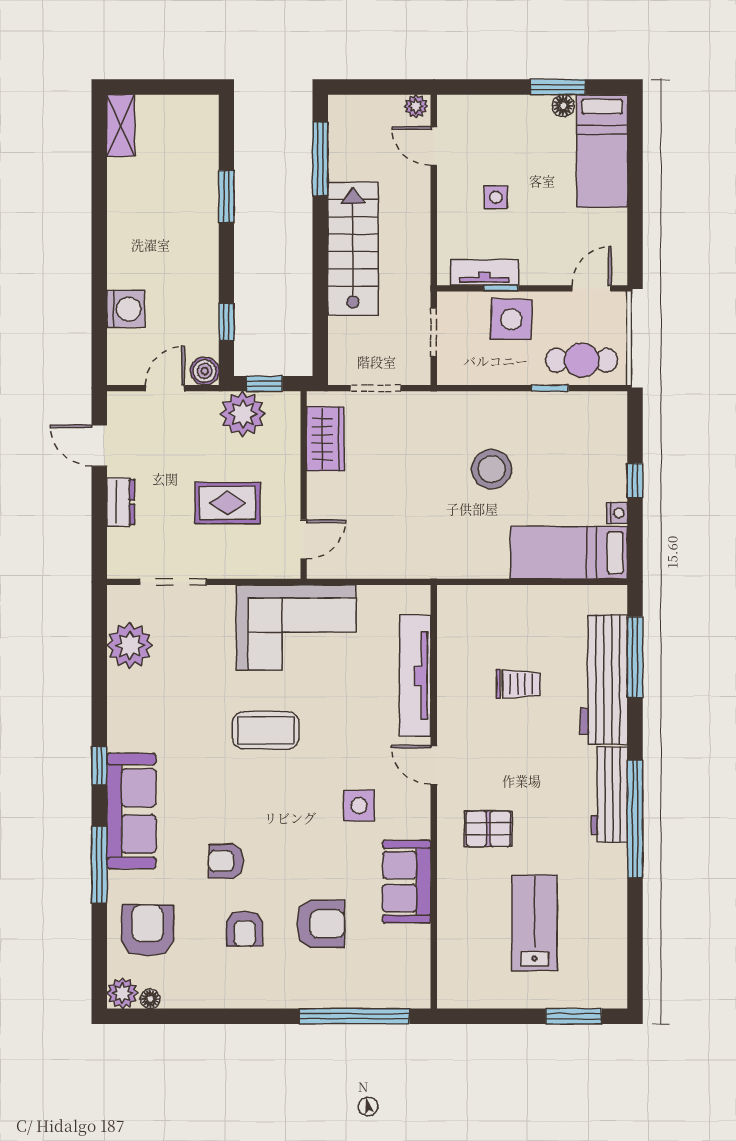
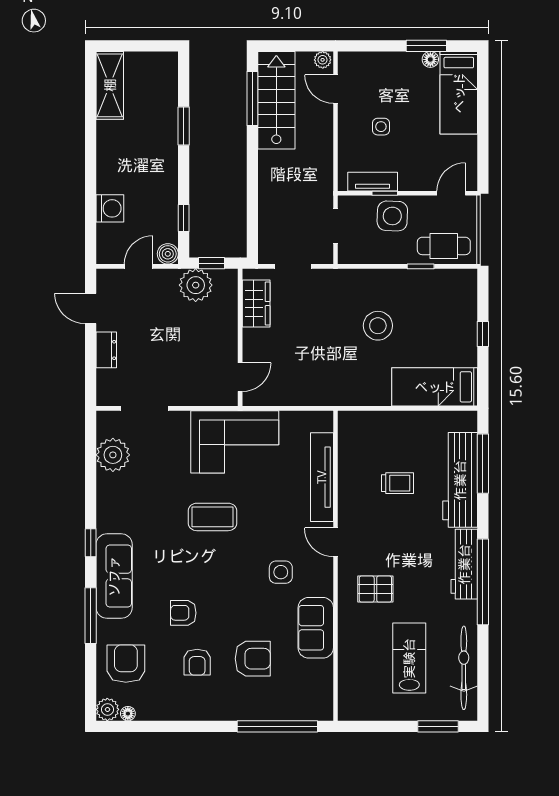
shelving: (121, 125) -> (110, 85), width x1.50, depth x1.33
stairs: (353, 249) -> (276, 100), moved
rug: (228, 503) -> (184, 350), removed
nightstand: (617, 513) -> (470, 358), removed
bicycle: (609, 936) -> (464, 668), added

